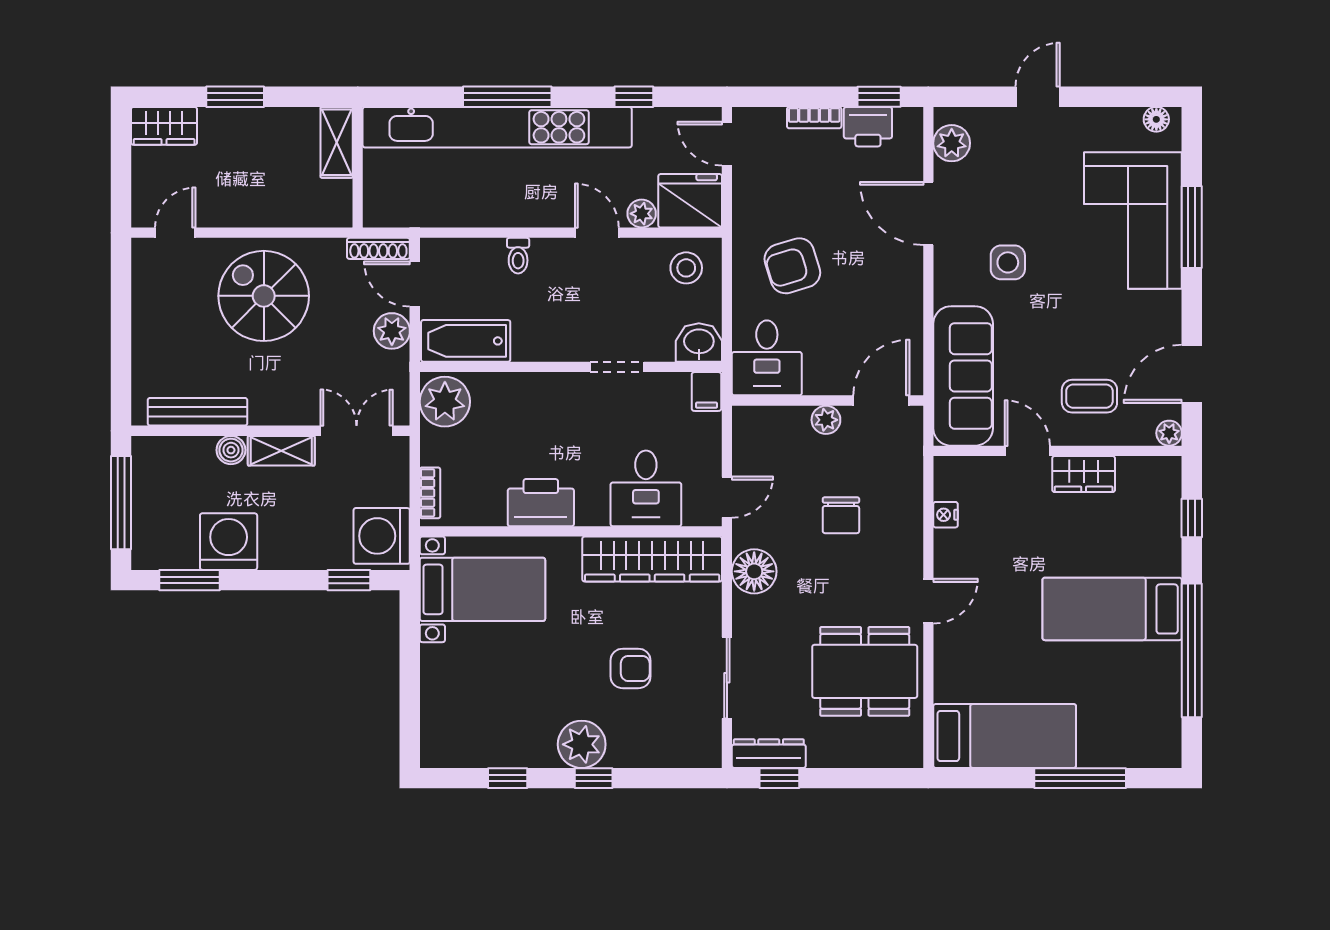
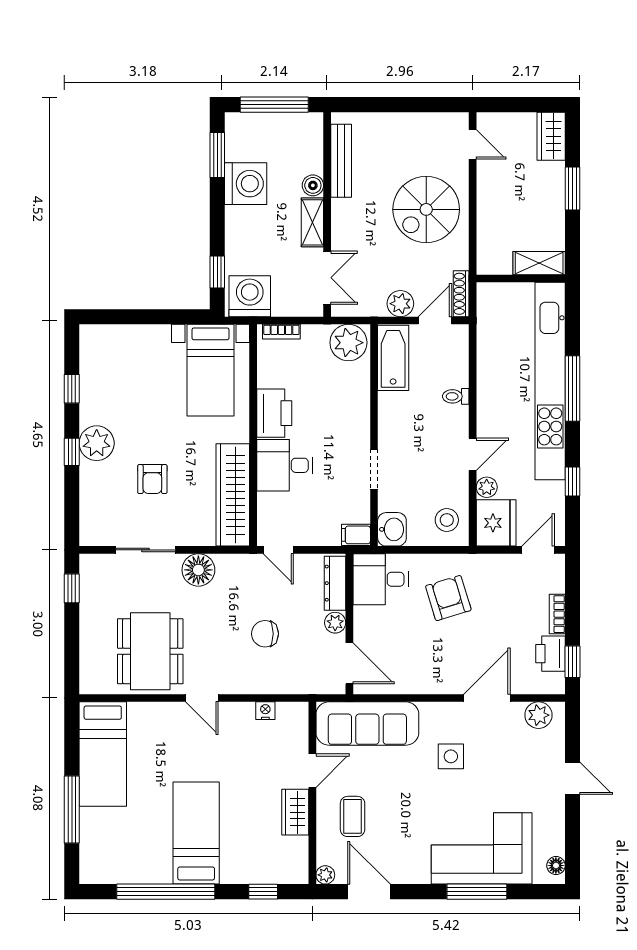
spiral stairs: (264, 296) -> (426, 209), turned 180
desk: (646, 488) -> (285, 465), moved
floor lamp: (754, 571) -> (198, 570), moved
dresser: (769, 754) -> (335, 583), moved, turned 180

